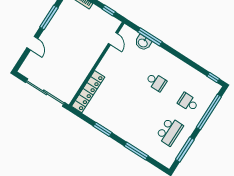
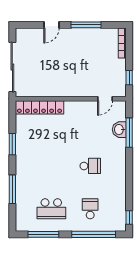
school desk: (156, 82) -> (90, 166), turned -90

